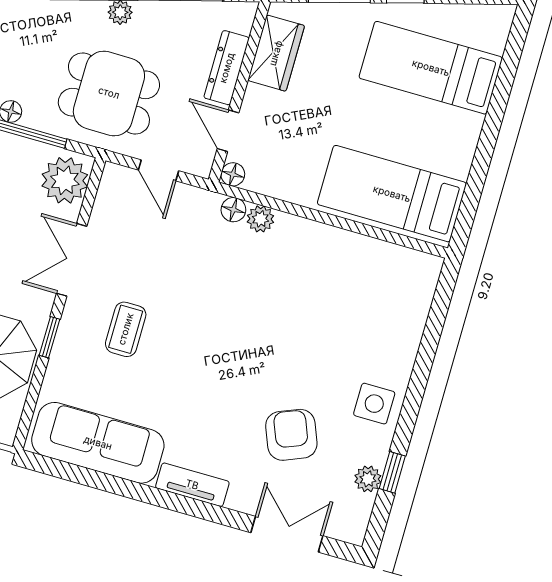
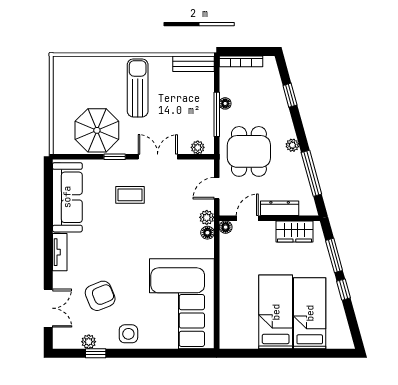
plant: (65, 180) -> (198, 147), width x0.53, depth x0.53
bed: (392, 194) -> (276, 312), moved
plant: (260, 219) -> (207, 217), moved
corner sofa: (348, 292) -> (182, 304), added

